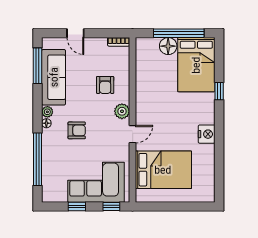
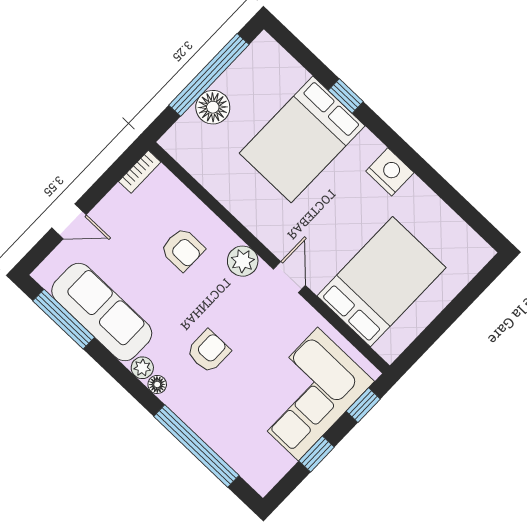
bed: (196, 65) -> (302, 139), moved, turned 90

